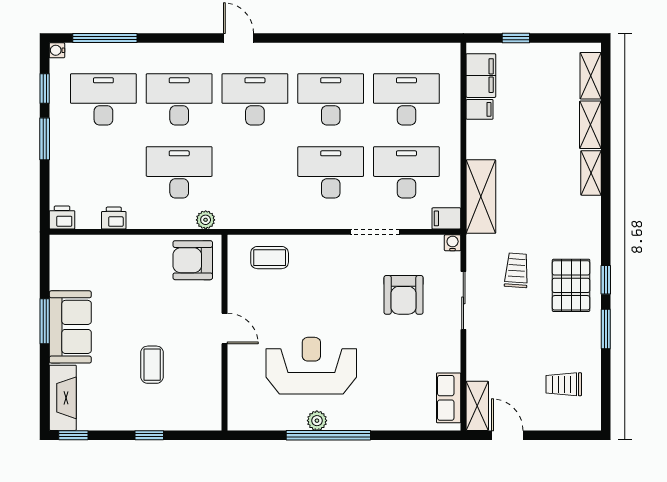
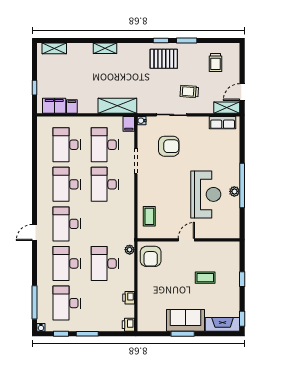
shelving: (590, 125) -> (80, 49), removed
trolley: (517, 270) -> (189, 92), moved
reception desk: (311, 366) -> (206, 194), turned 180

